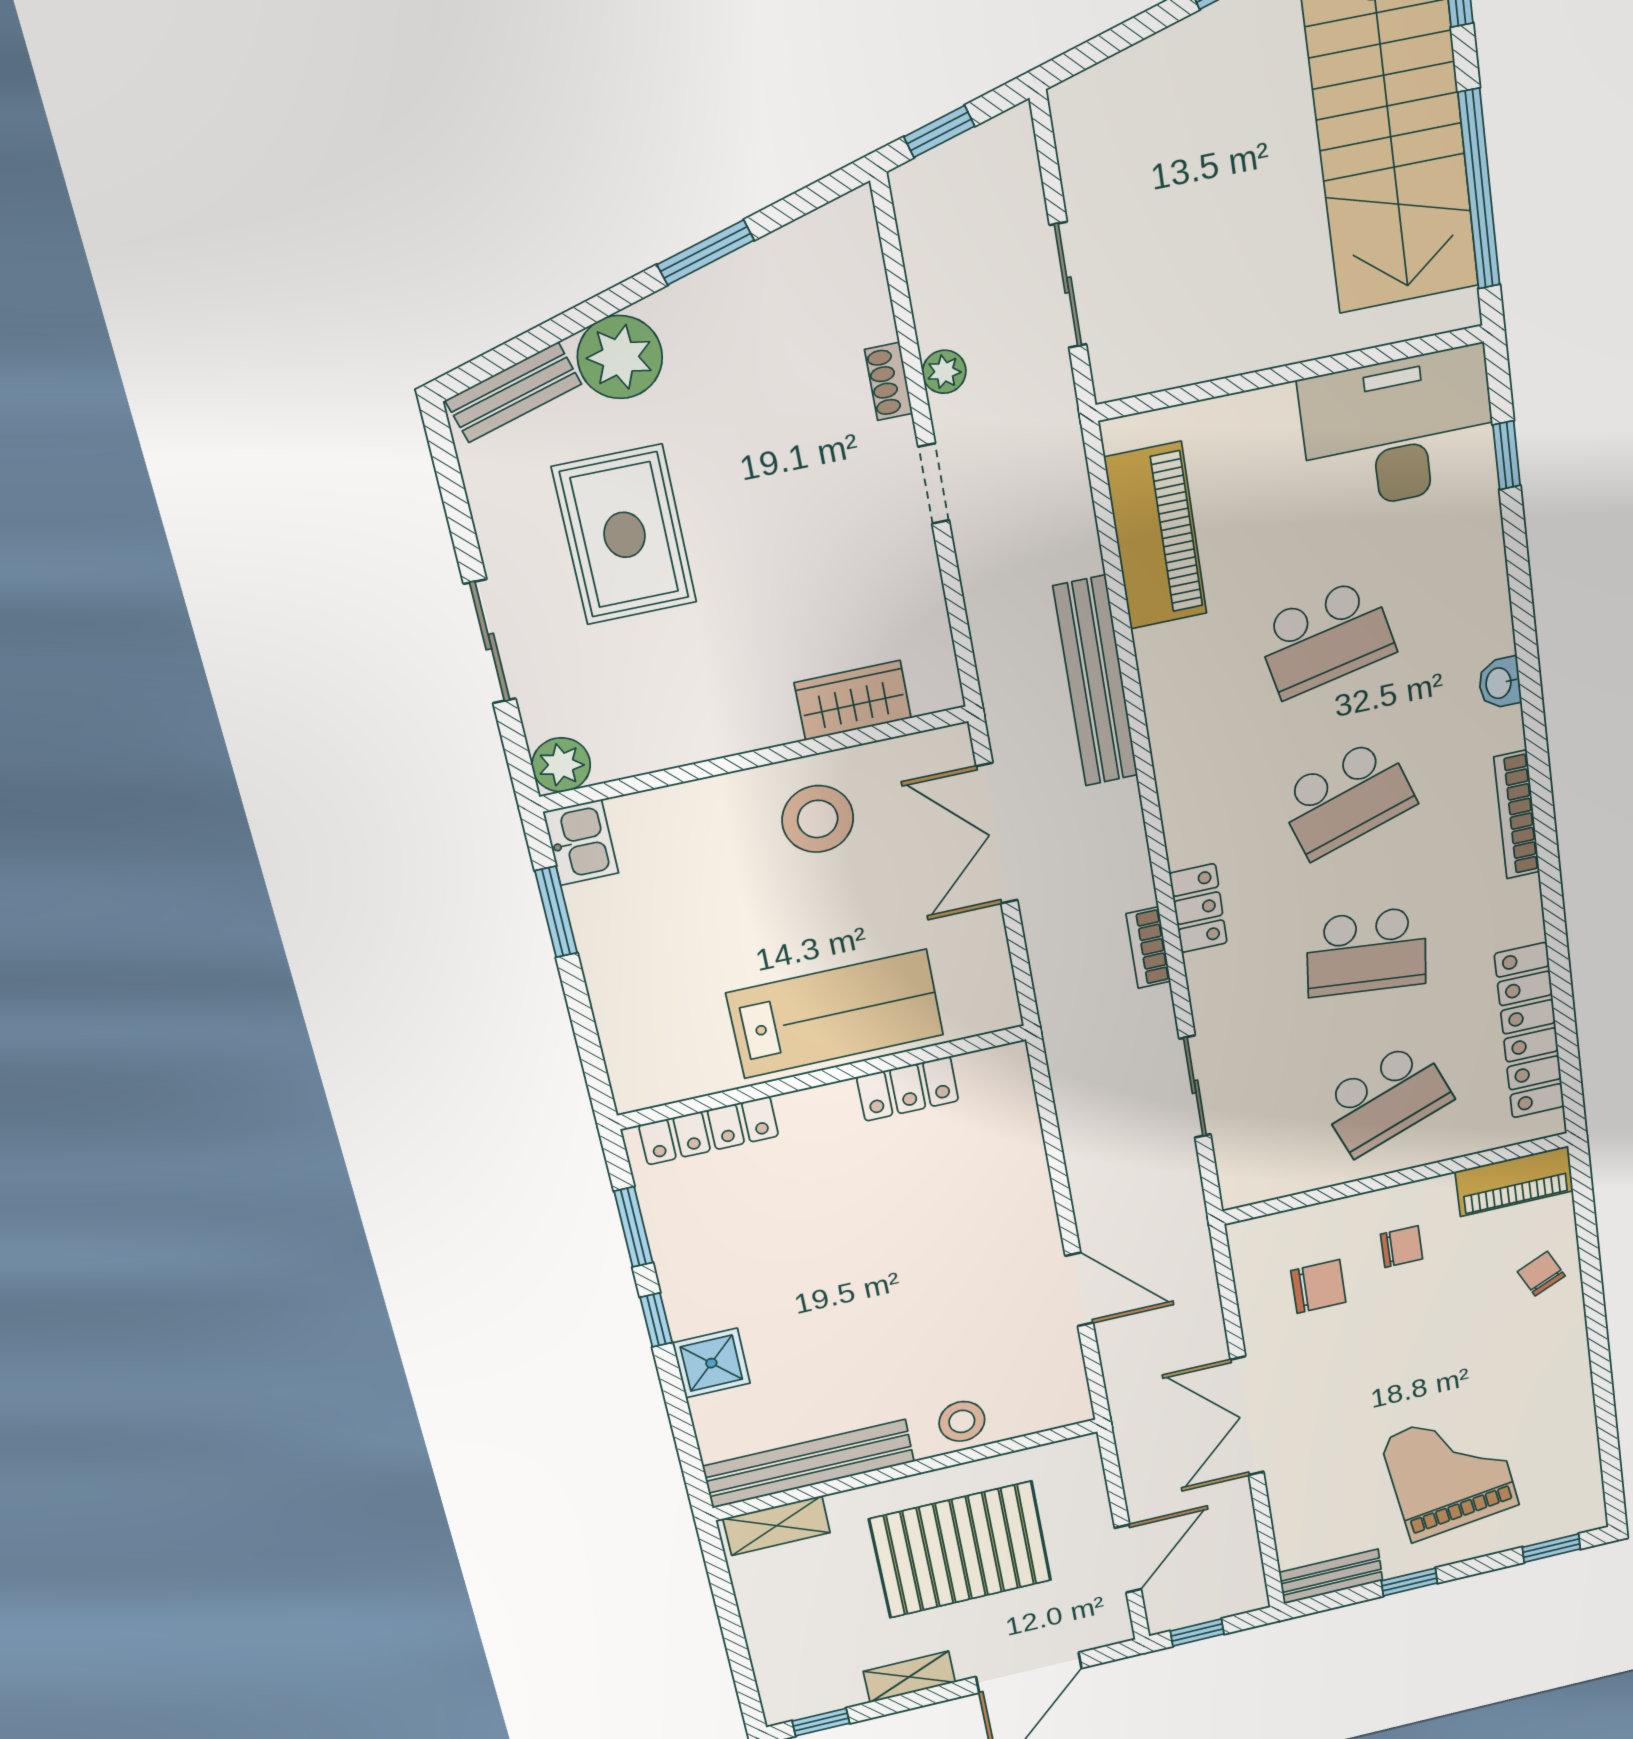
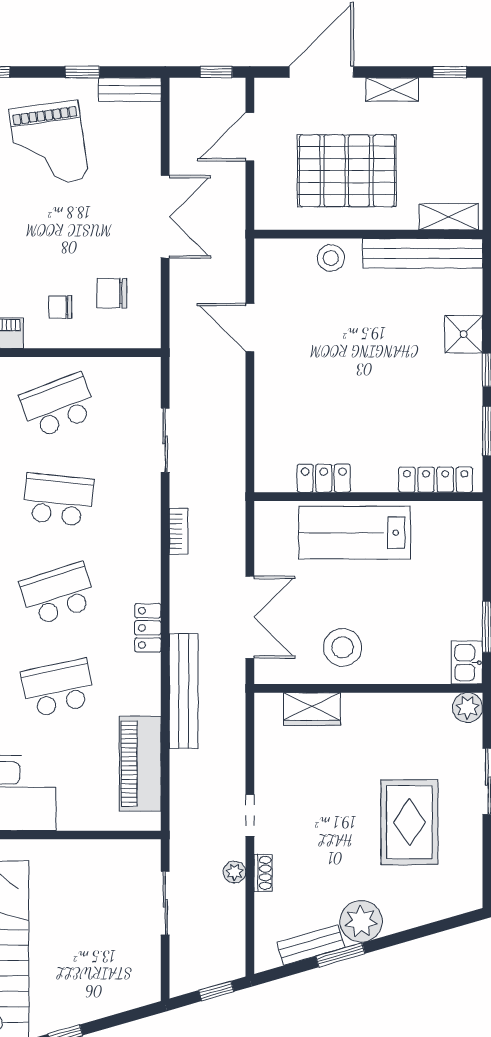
plant: (620, 357) -> (361, 921), moved
bench: (513, 392) -> (311, 945), moved
locker: (1198, 908) -> (148, 628), moved

